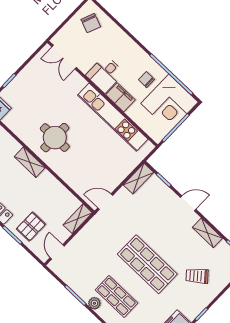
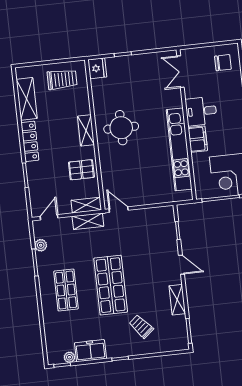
chair: (91, 23) -> (223, 63), turned -112
chair: (147, 80) -> (229, 142), removed
shelving: (138, 179) -> (88, 221), moved
pallet: (31, 227) -> (81, 170), moved
plant: (94, 303) -> (41, 245), moved

